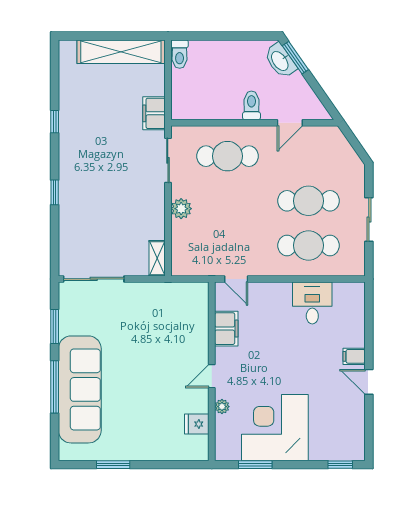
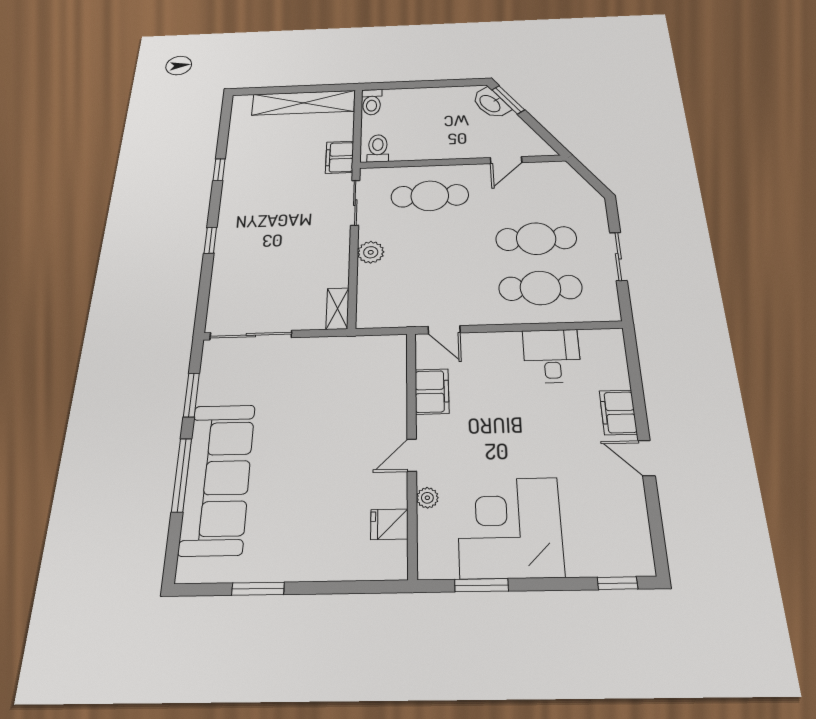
toilet: (251, 105) -> (378, 148), moved
filing cabinet: (354, 356) -> (618, 412), width x2.00

